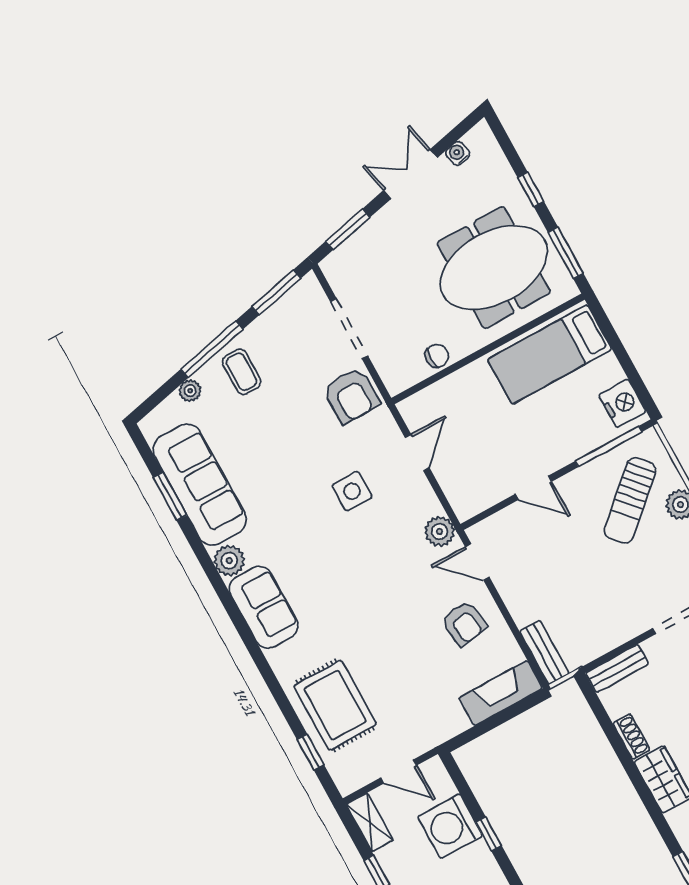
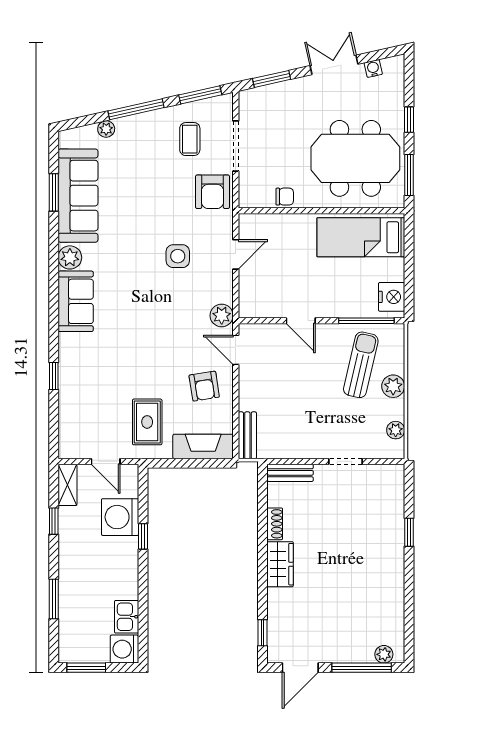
coffee table: (242, 372) -> (190, 139), moved
sun lounger: (630, 500) -> (361, 365), turned 145
rug: (335, 705) -> (147, 422), moved, width x0.73, depth x0.70
window: (310, 752) -> (54, 376), moved

